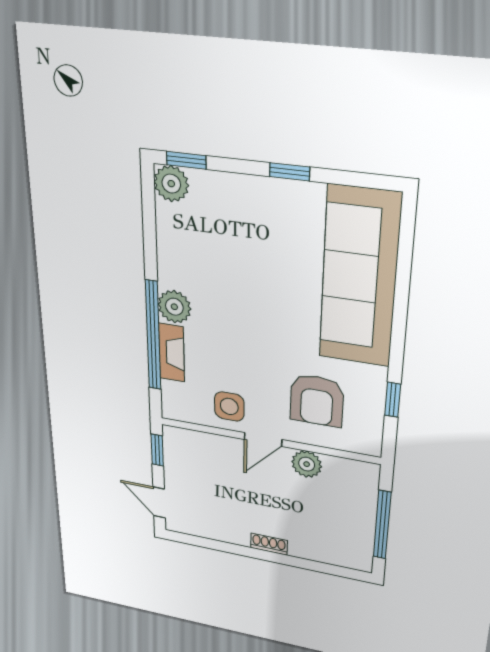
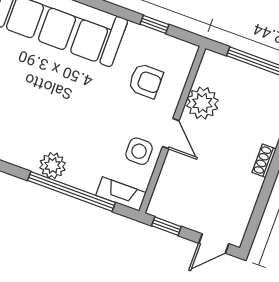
fireplace: (172, 353) -> (121, 194), moved
armchair: (317, 400) -> (146, 81), width x0.72, depth x0.72
plant: (307, 464) -> (202, 103), width x1.36, depth x1.36

